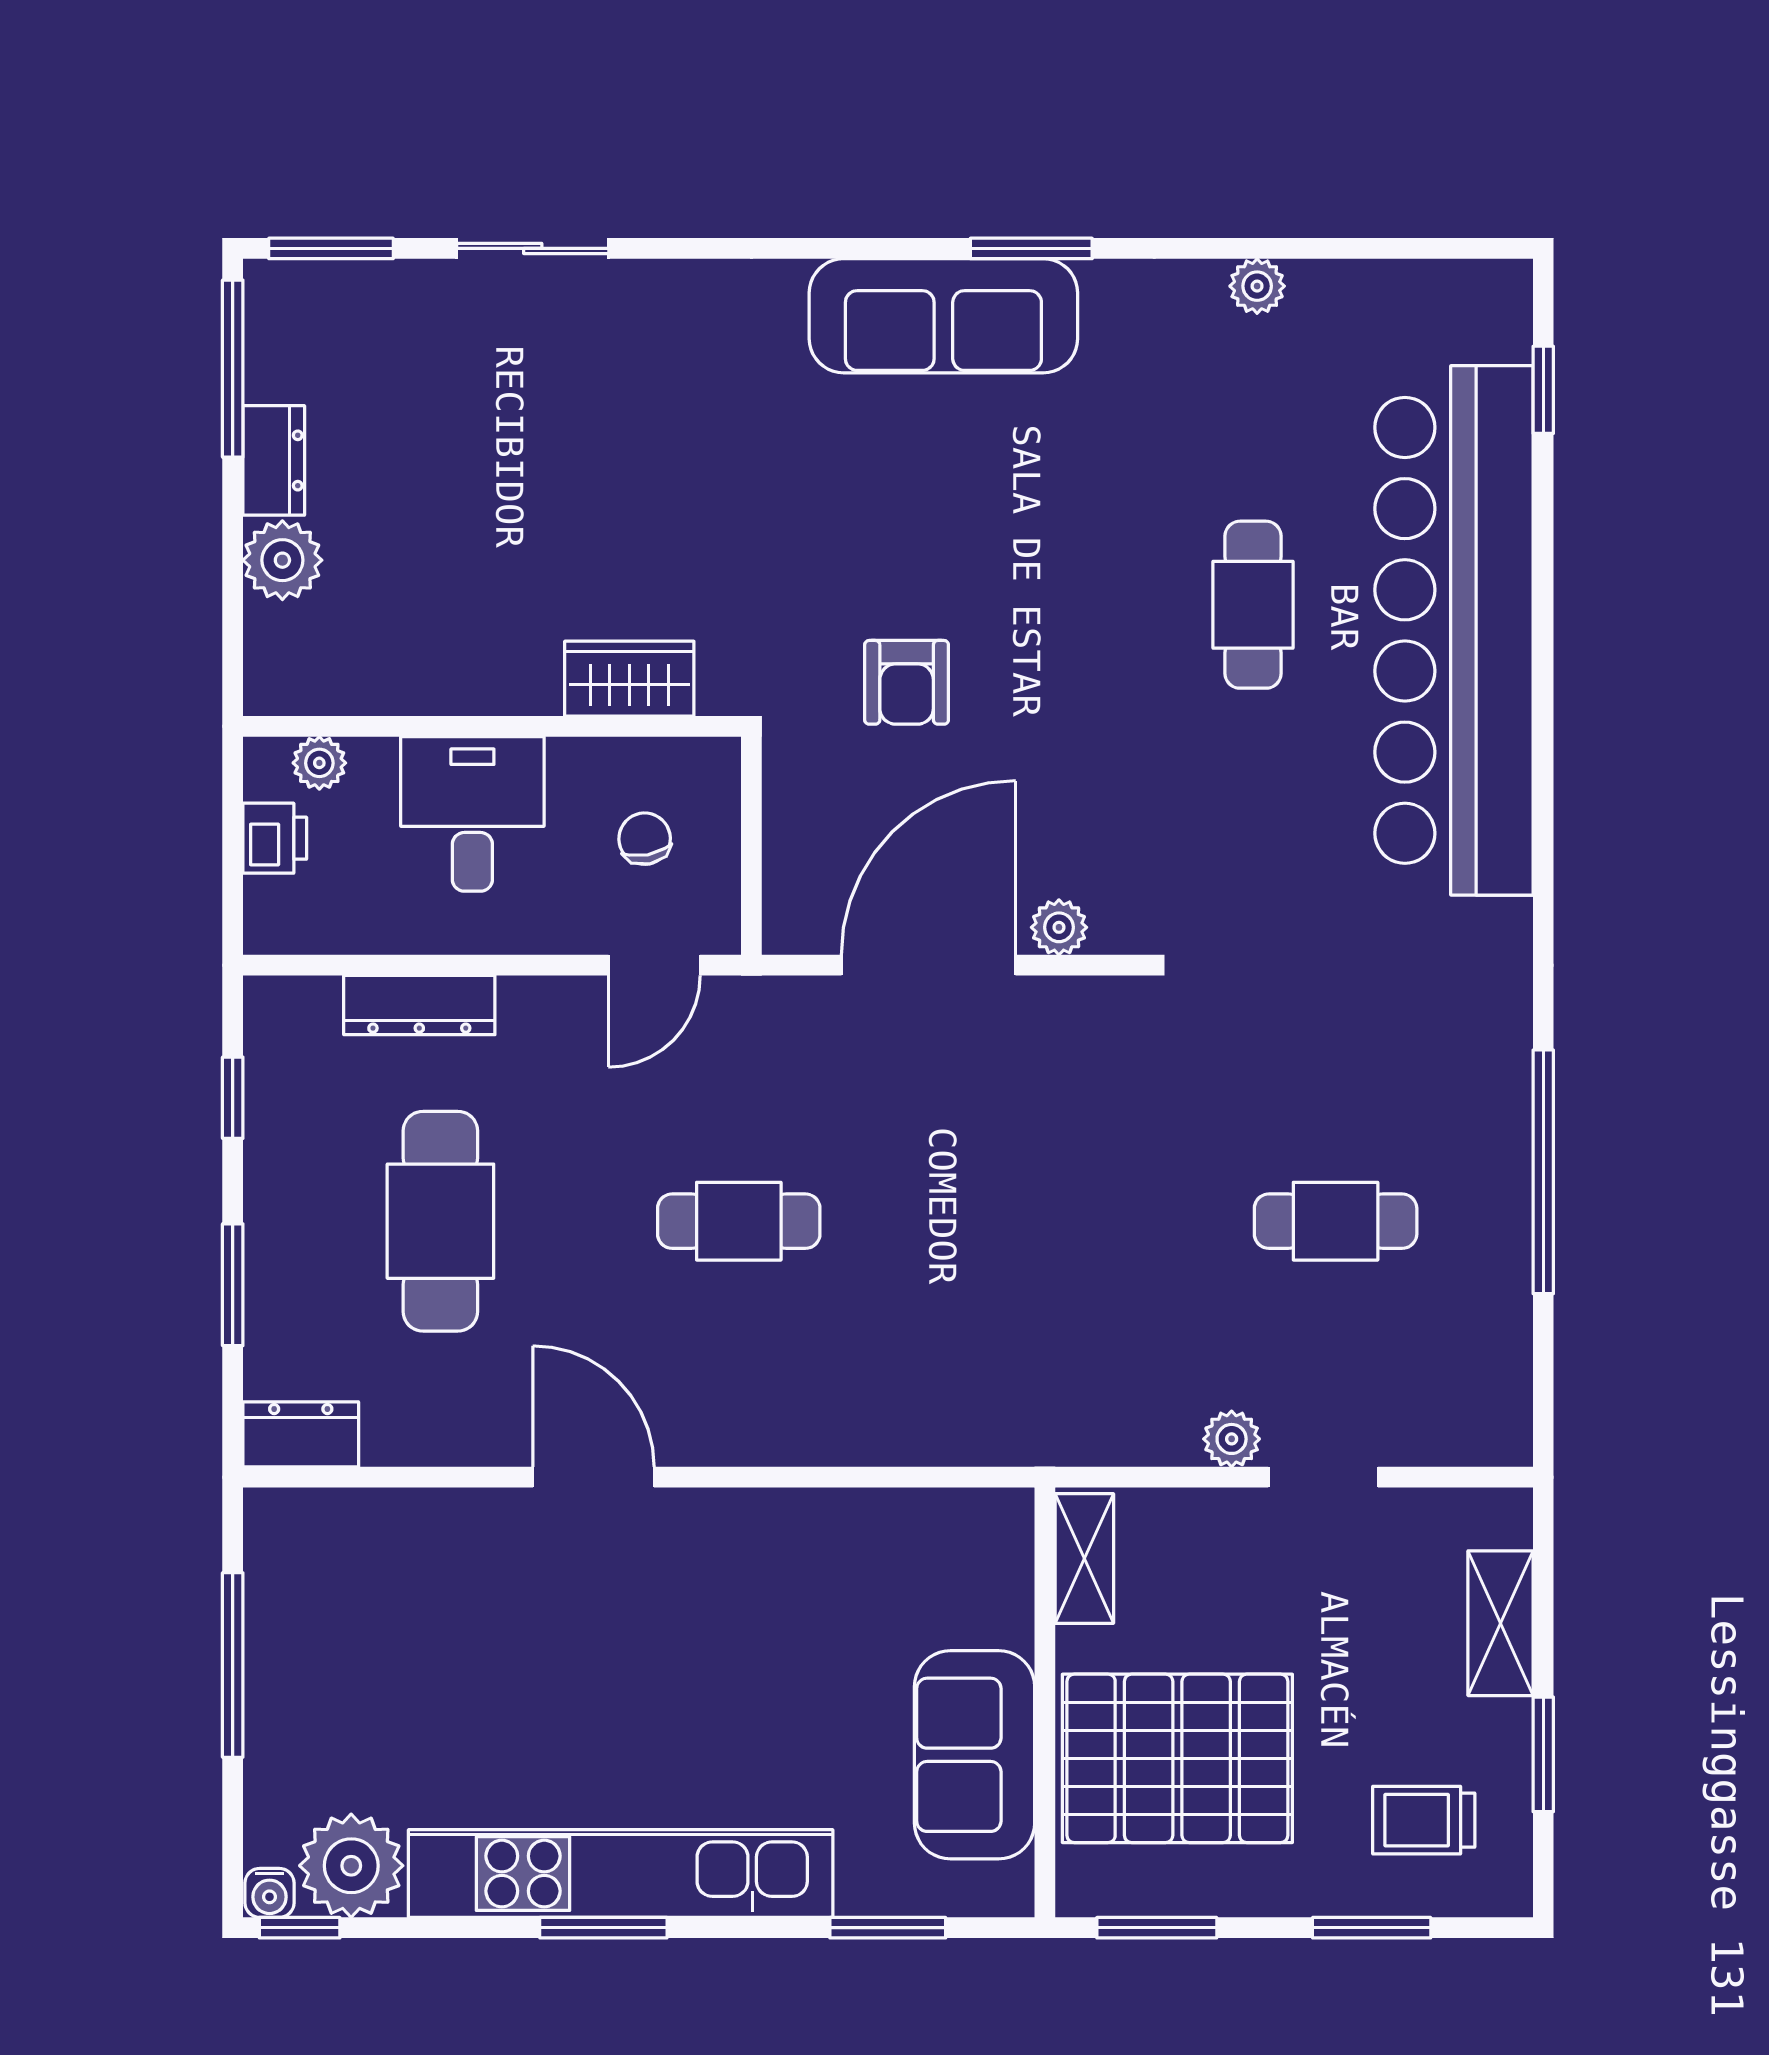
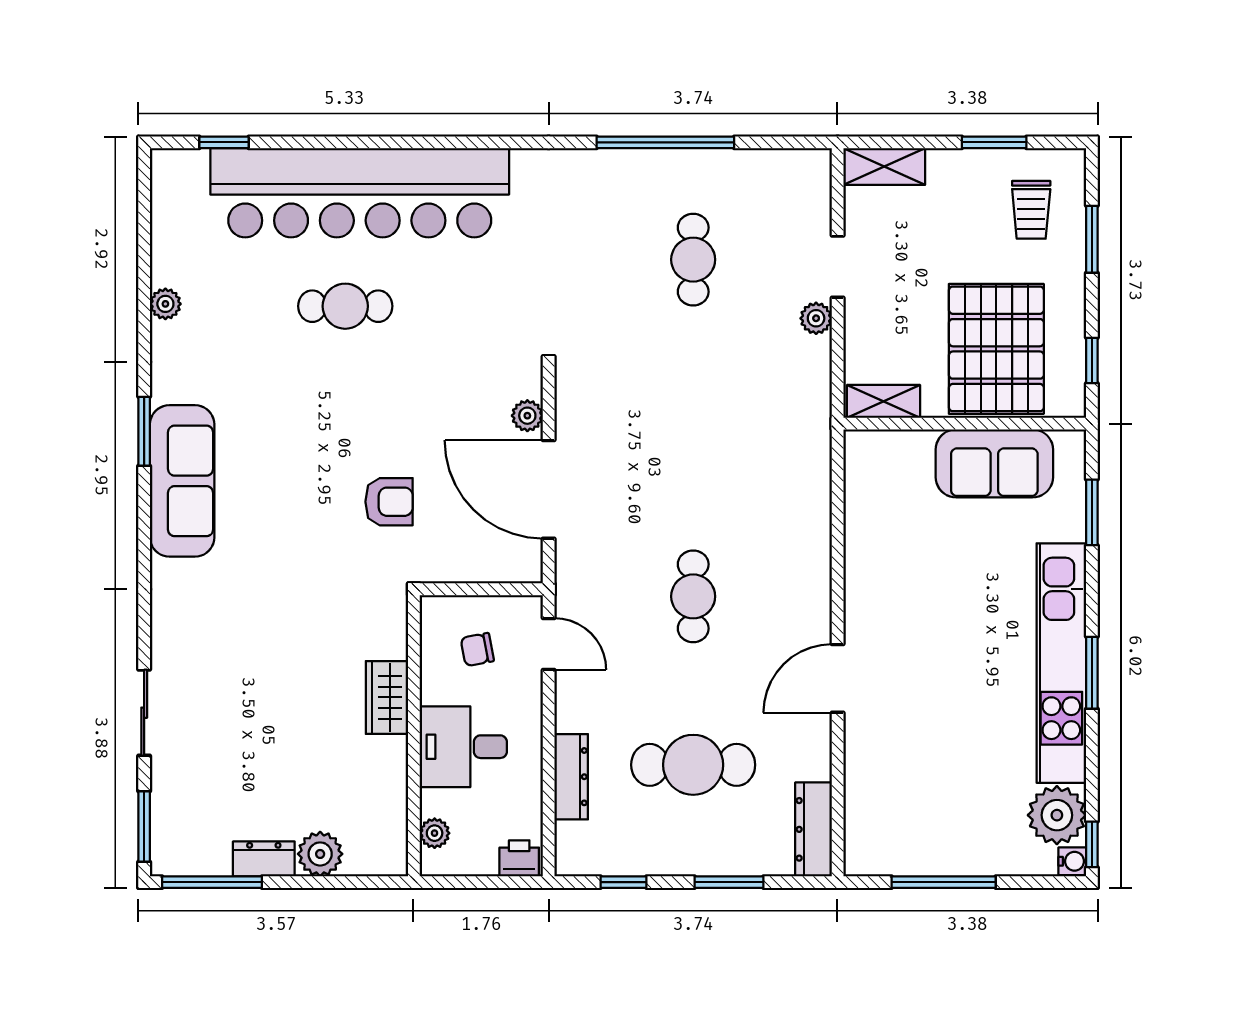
wardrobe: (629, 679) -> (387, 697), moved
printer: (275, 838) -> (519, 858), moved
dresser: (301, 1434) -> (813, 829), width x1.44
shelving: (1500, 1623) -> (884, 167), moved
window: (1157, 1928) -> (1092, 360), width x0.67

